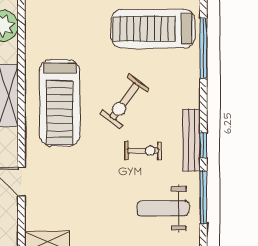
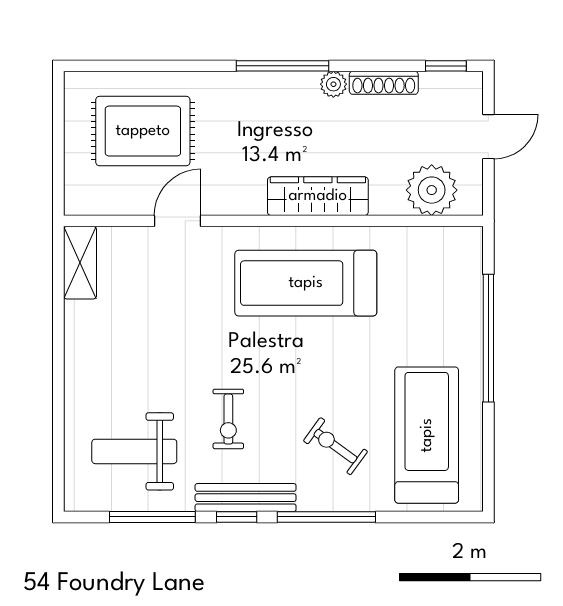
window: (203, 48) -> (326, 517), moved
exercise bike: (124, 101) -> (335, 446), moved, width x0.73, depth x0.72
weight bench: (163, 208) -> (134, 451), turned -90

